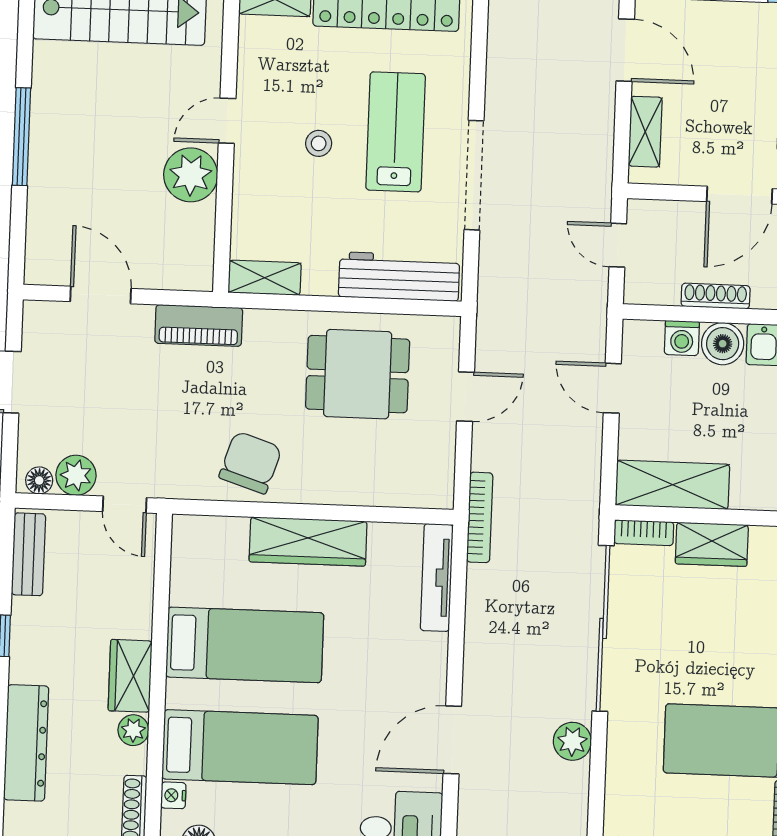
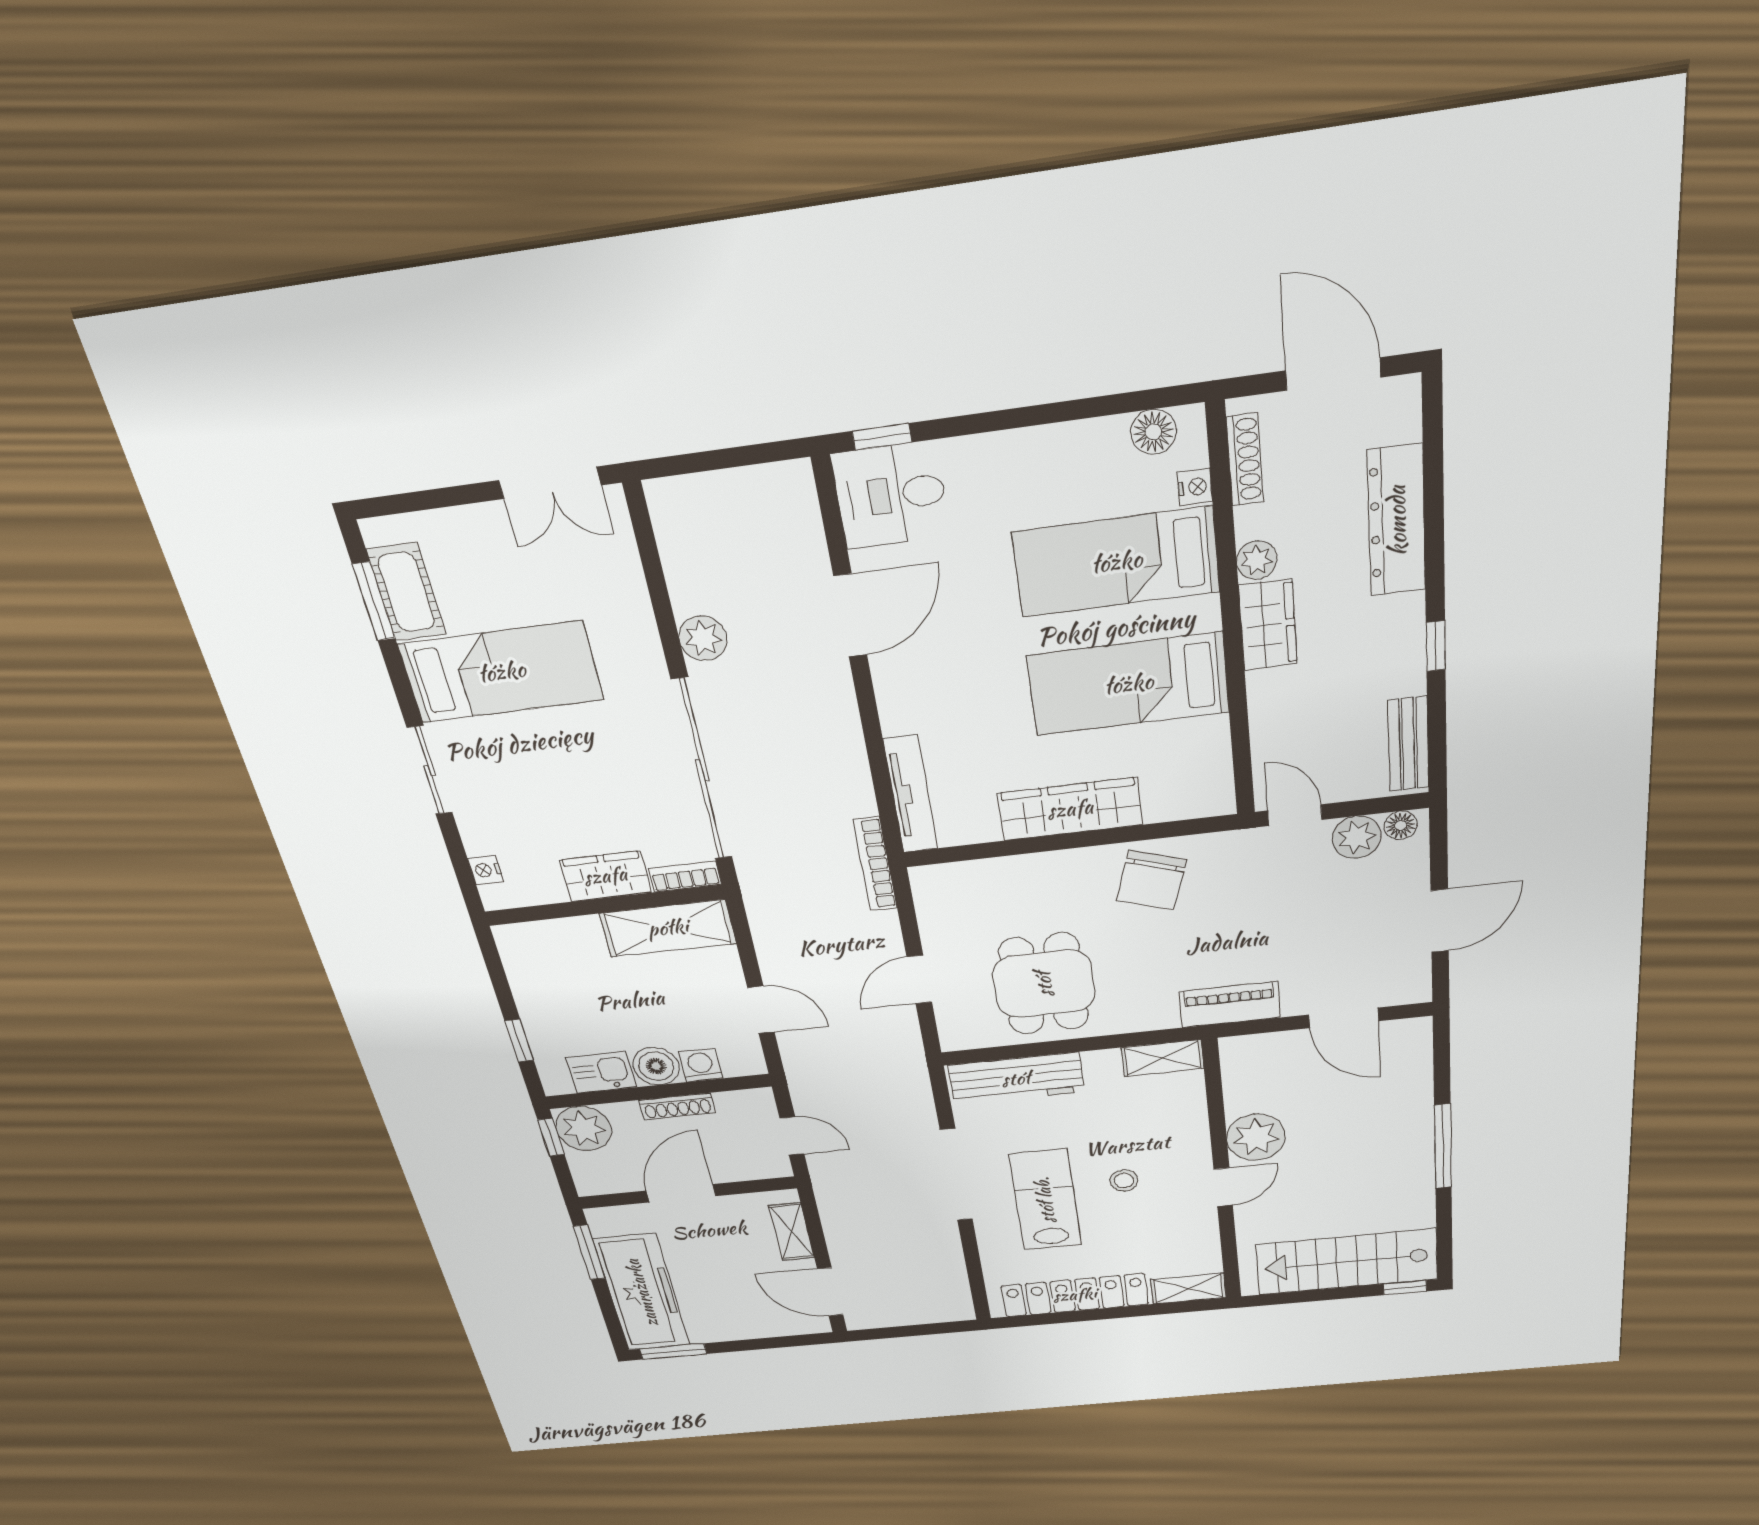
lab bench: (396, 132) -> (1045, 1200), turned 180
dining table: (358, 374) -> (1044, 984), turned 90

